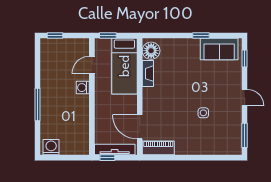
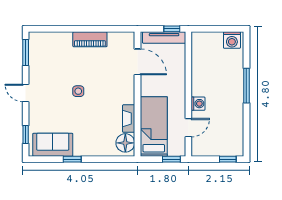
side table: (203, 113) -> (78, 91), moved
piano: (158, 148) -> (90, 39), moved

